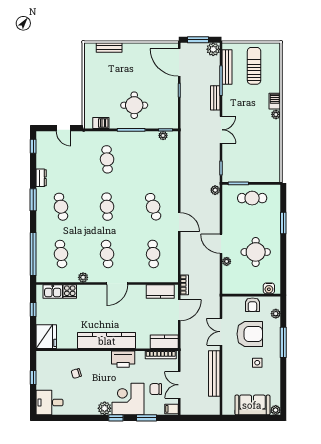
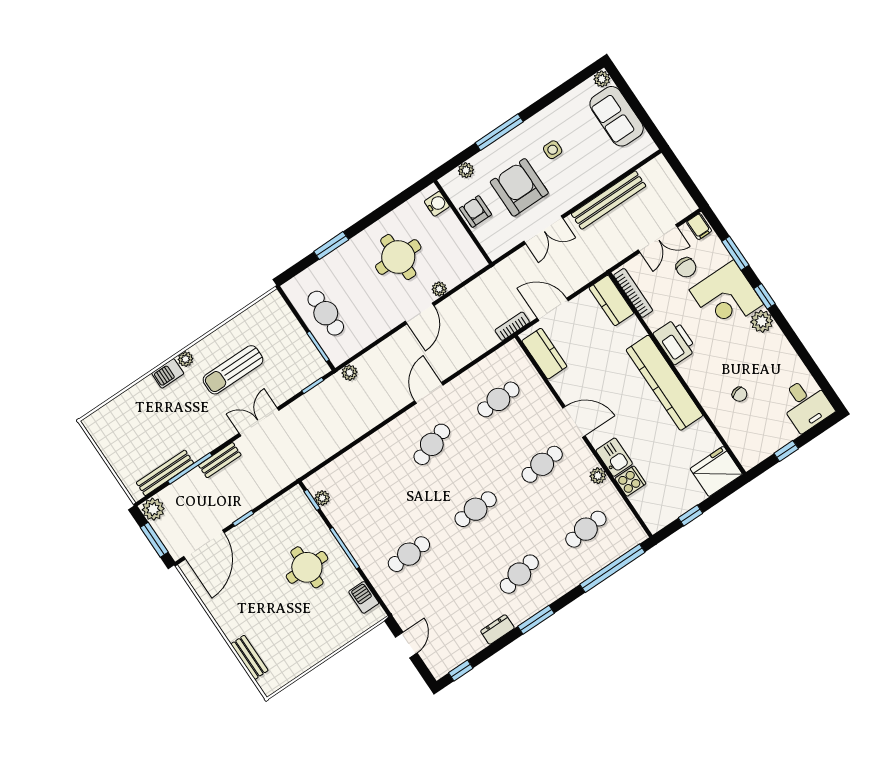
sun lounger: (254, 66) -> (233, 370), moved
kitchen sink: (53, 292) -> (614, 457), moved
armchair: (252, 305) -> (475, 211), turned -90

